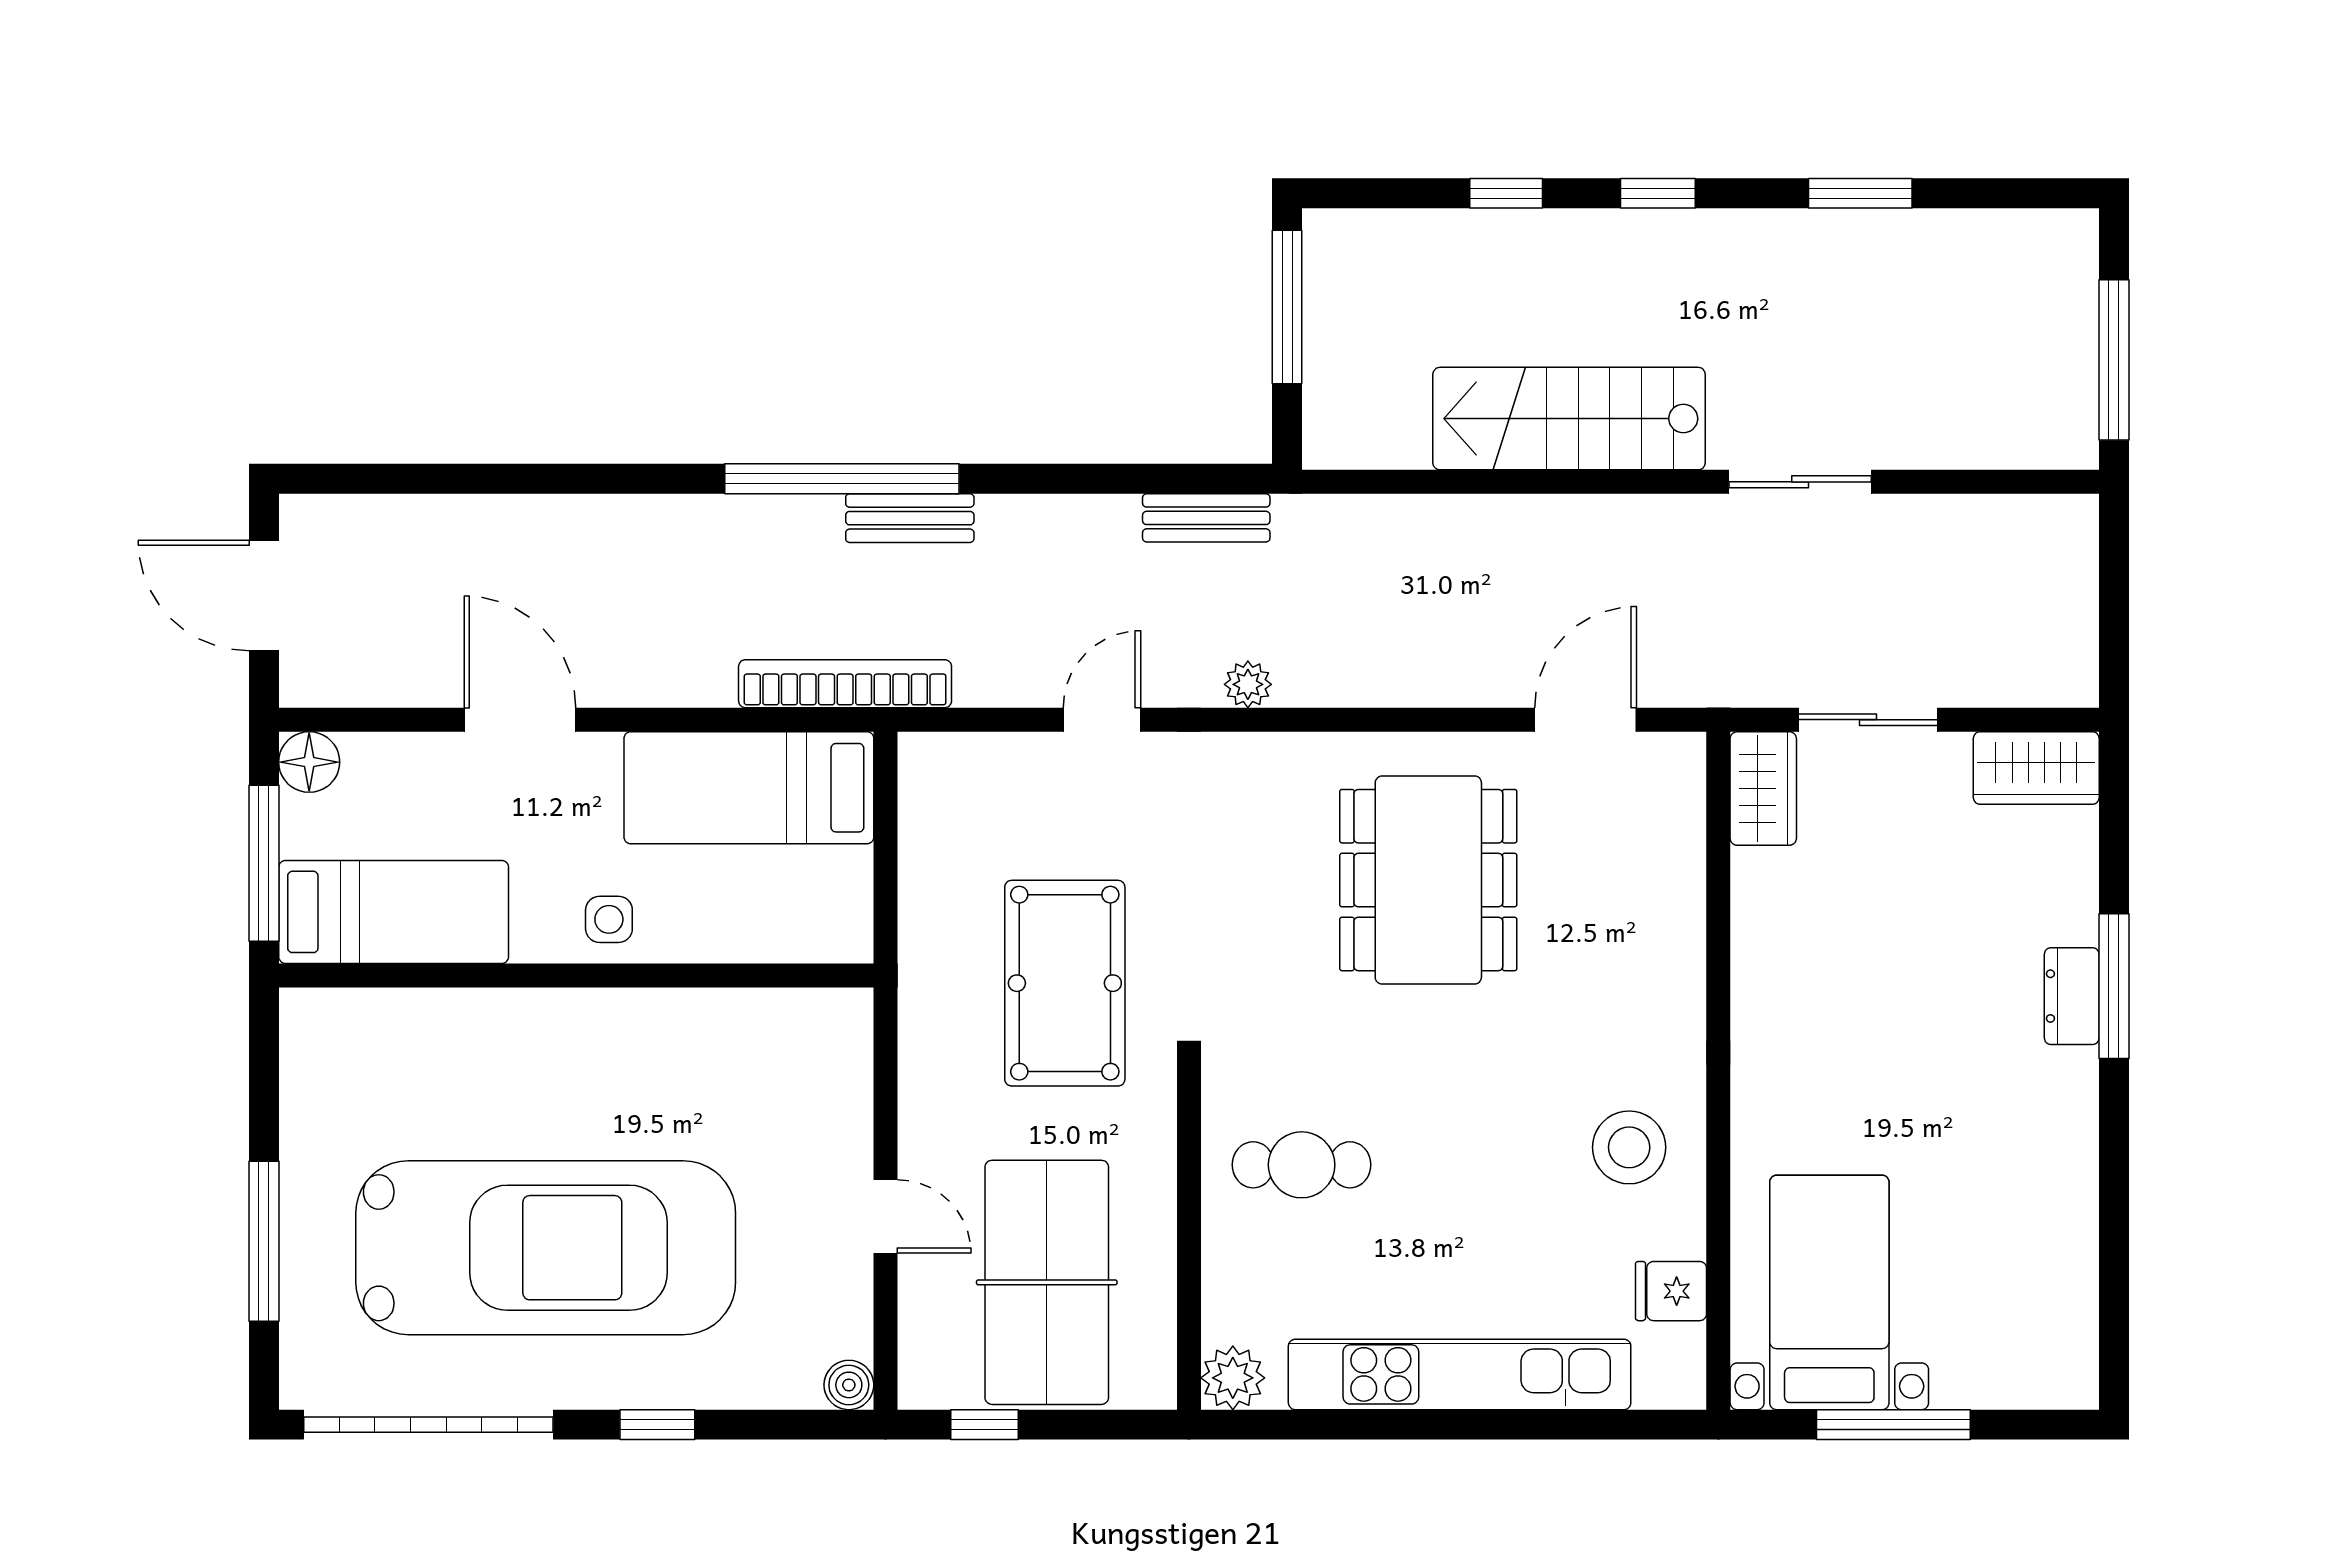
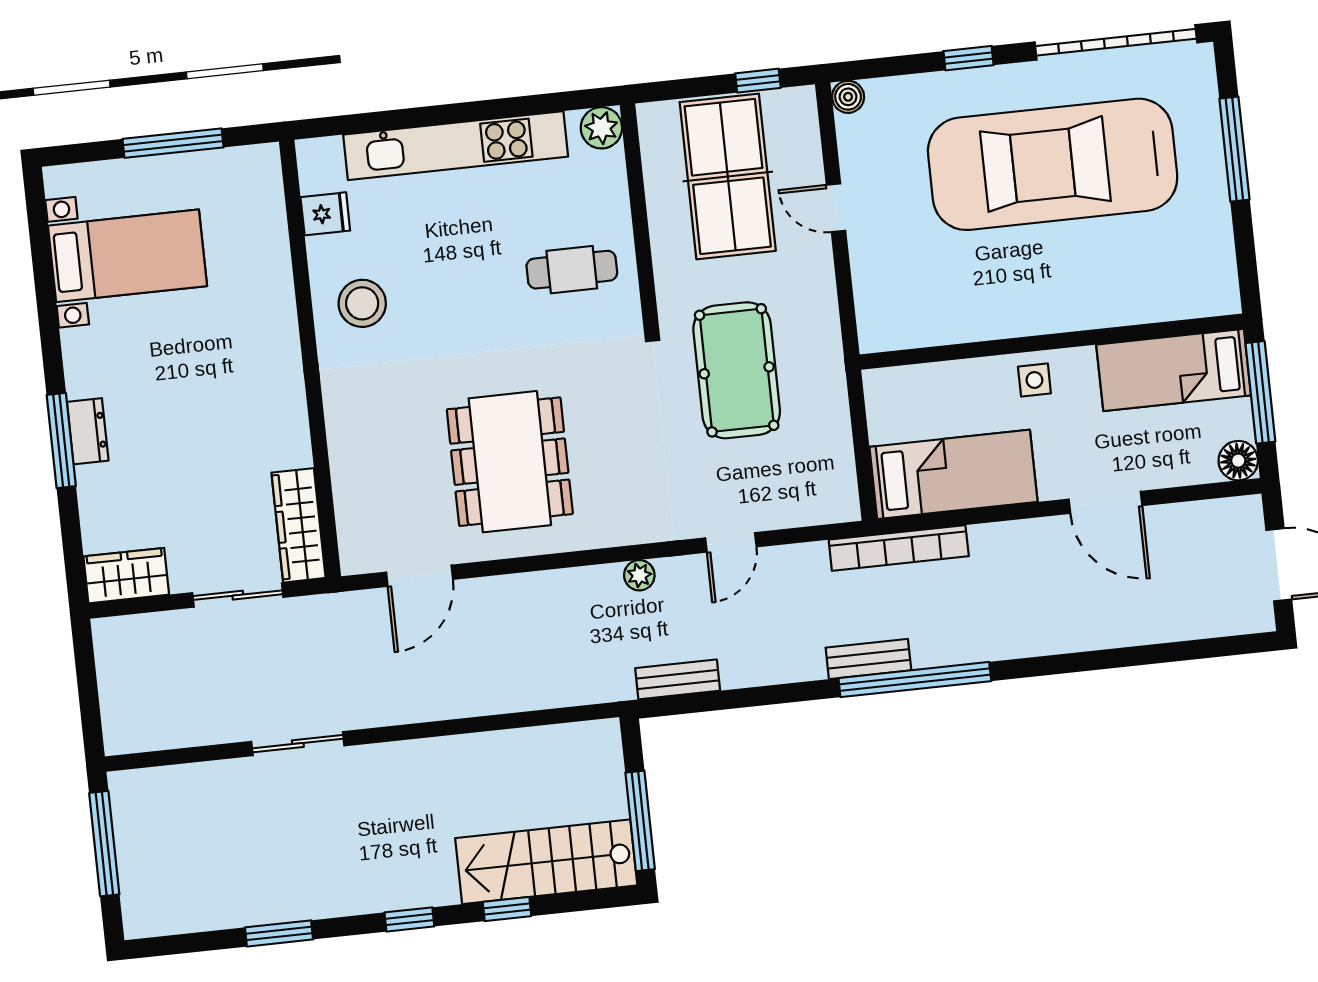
stairs: (1569, 419) -> (546, 862), moved, turned 180
wardrobe: (1763, 789) -> (299, 525), width x1.50
bed with nightstands: (1829, 1292) -> (128, 256), moved, turned -90

